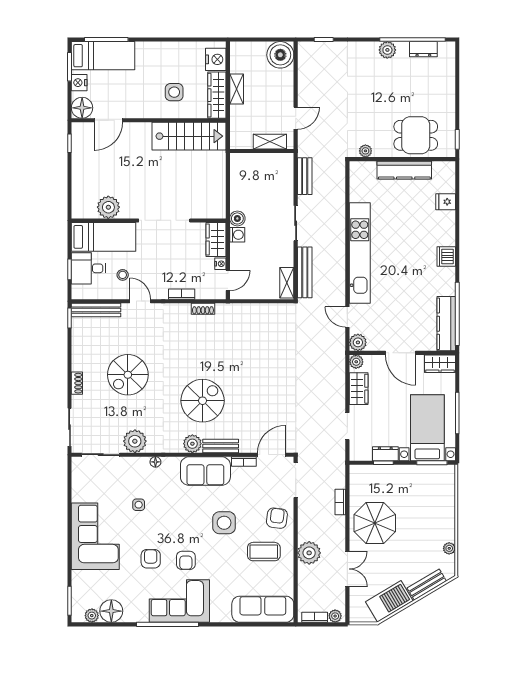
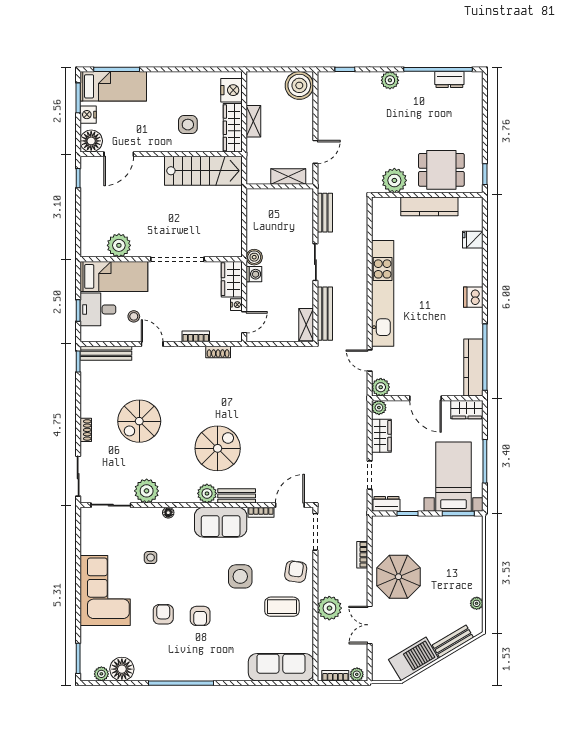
plant: (387, 50) -> (390, 80), moved
plant: (365, 151) -> (394, 180), width x1.88, depth x1.88
dresser: (385, 454) -> (387, 504), moved
double door: (347, 569) -> (370, 625), swing flipped
corner sofa: (179, 601) -> (193, 659), removed

